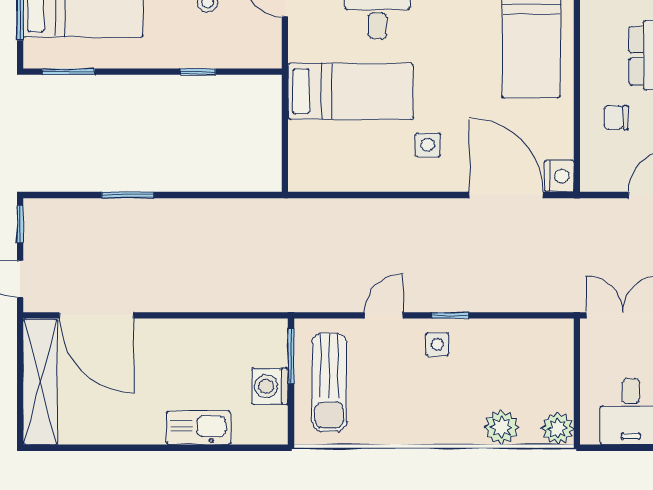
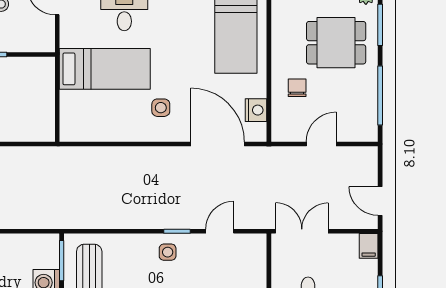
chair: (616, 117) -> (297, 88), turned 90
nightstand: (559, 176) -> (256, 110), moved
door: (384, 315) -> (220, 231), moved

